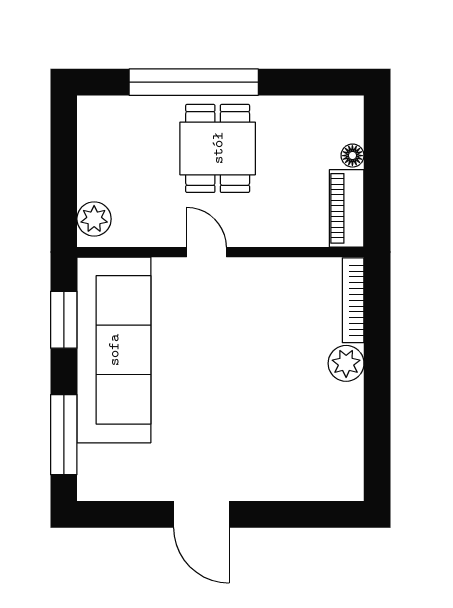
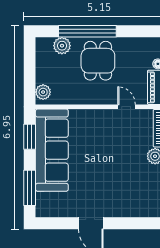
plant: (137, 115) -> (62, 46), added
door: (206, 252) -> (127, 107), moved

